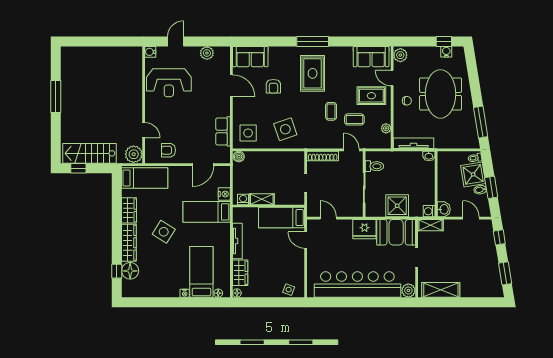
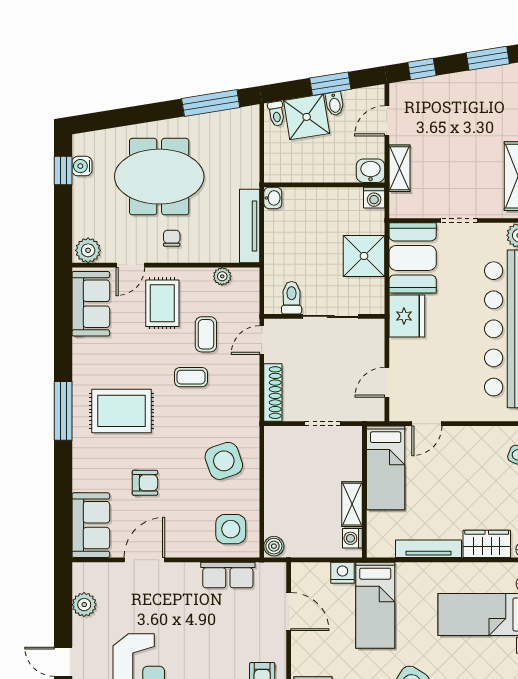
shelving: (430, 225) -> (399, 168), moved

